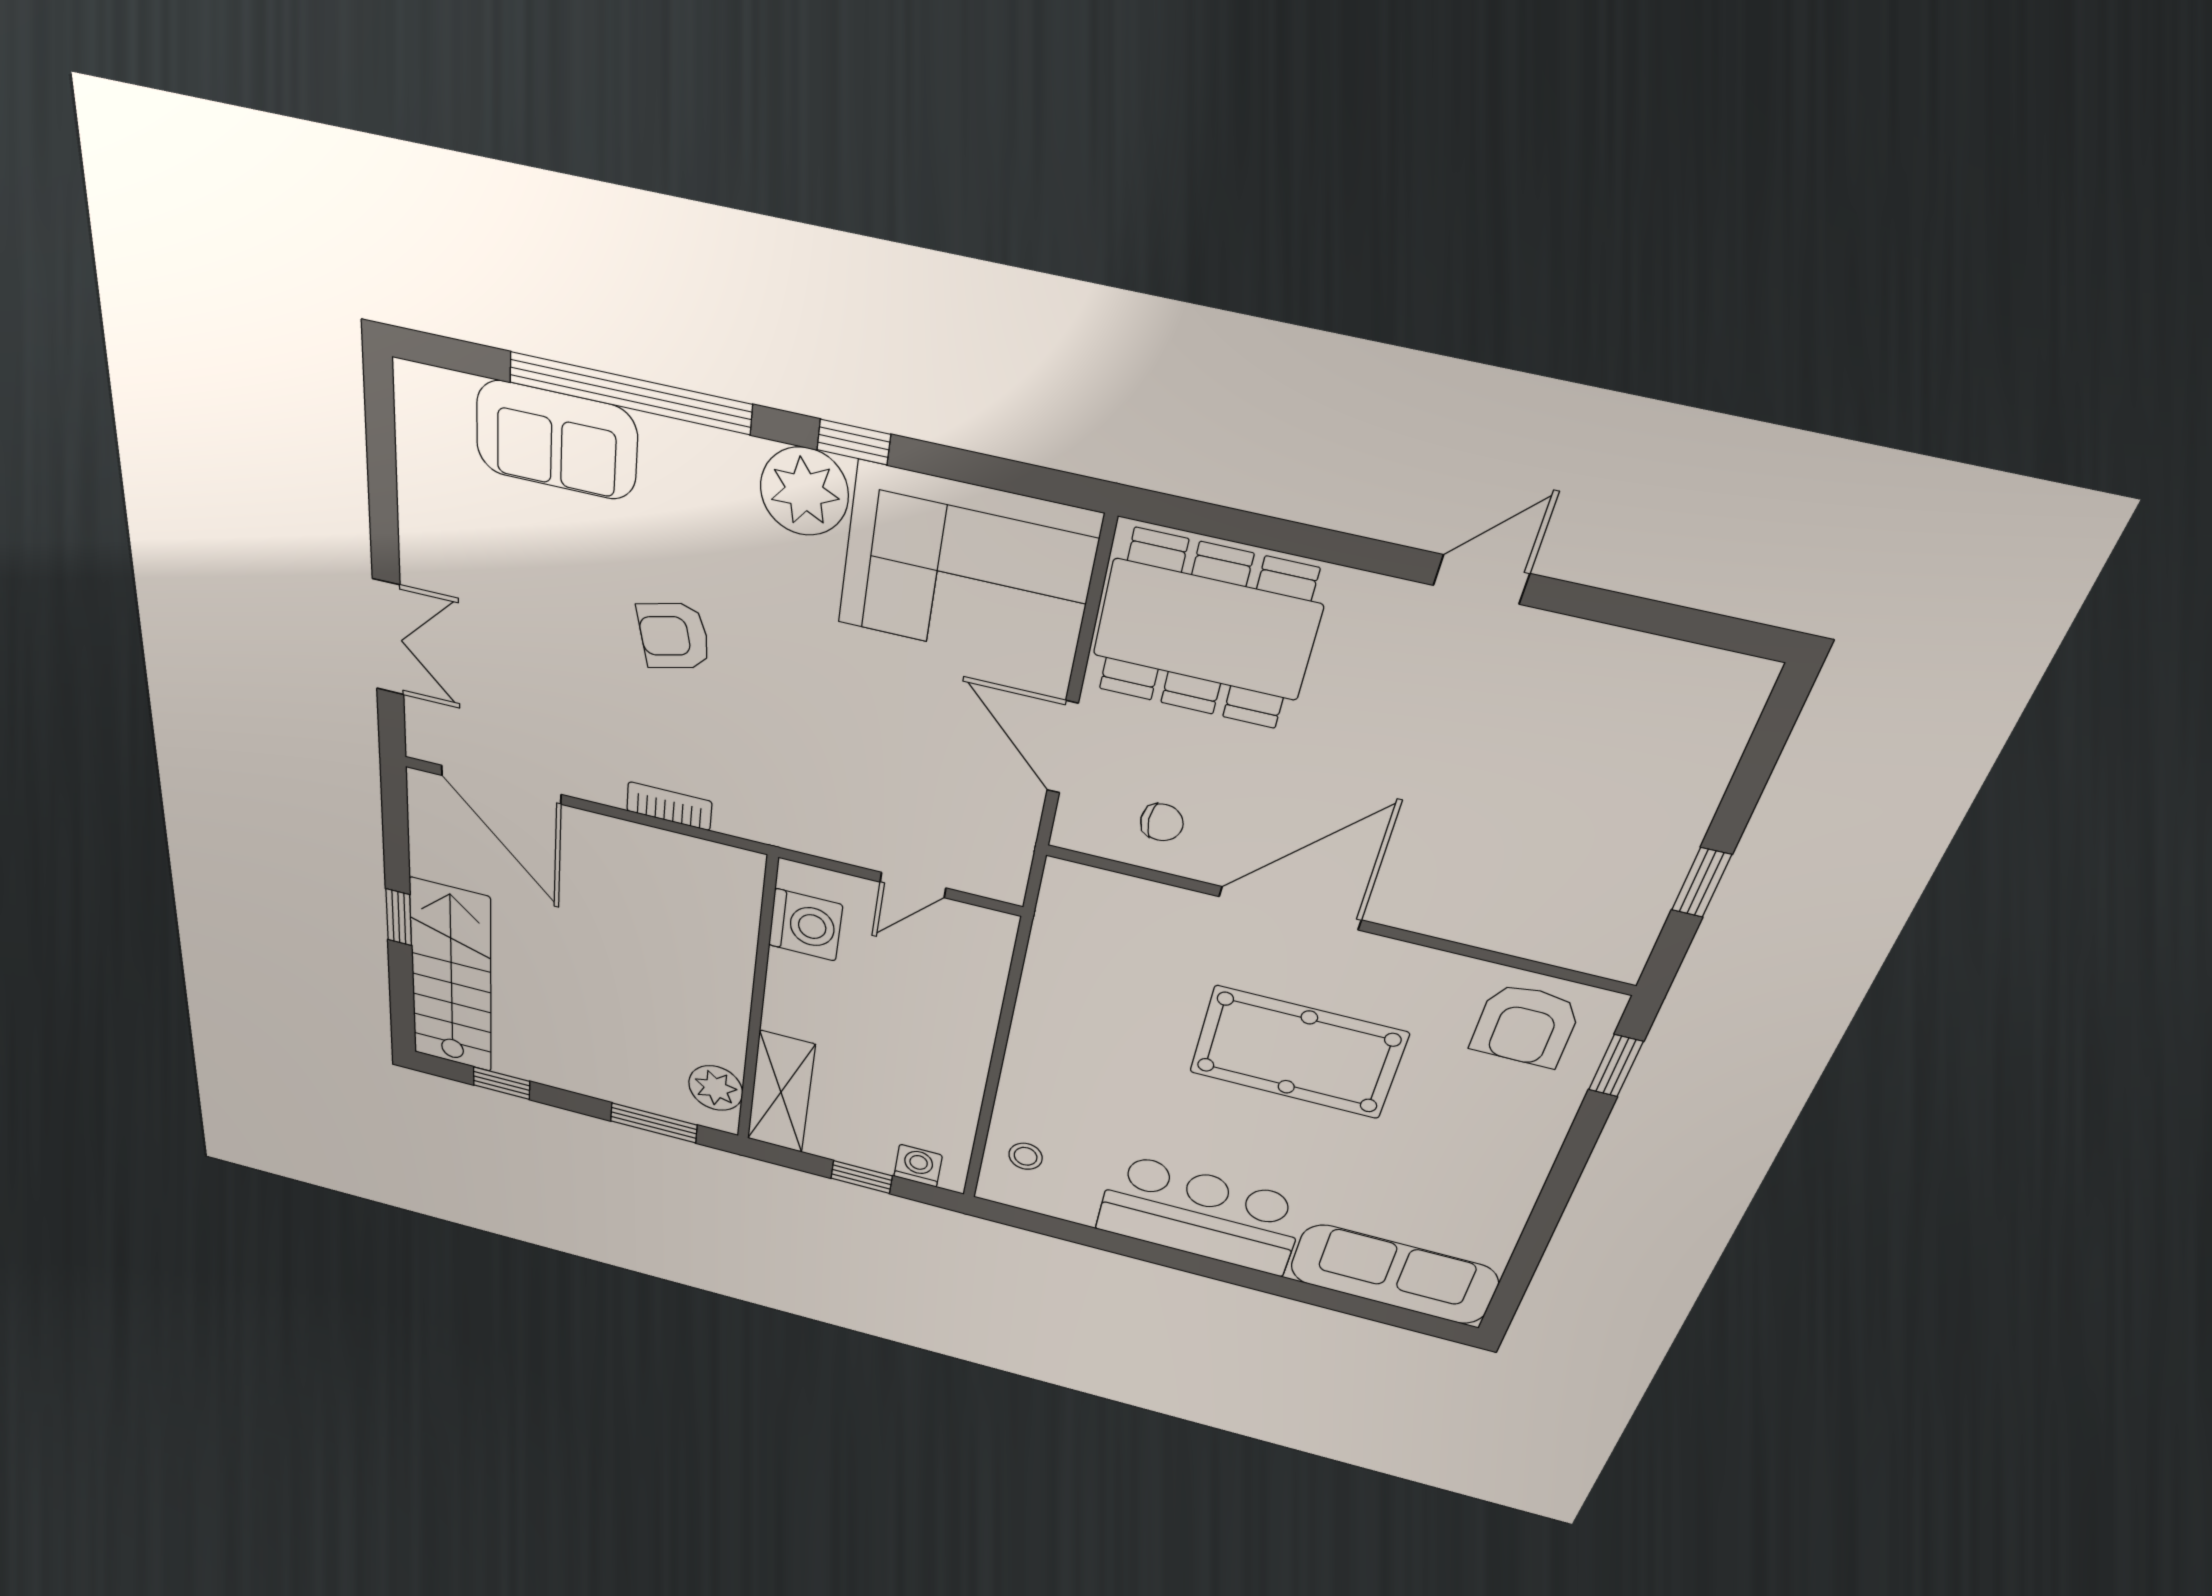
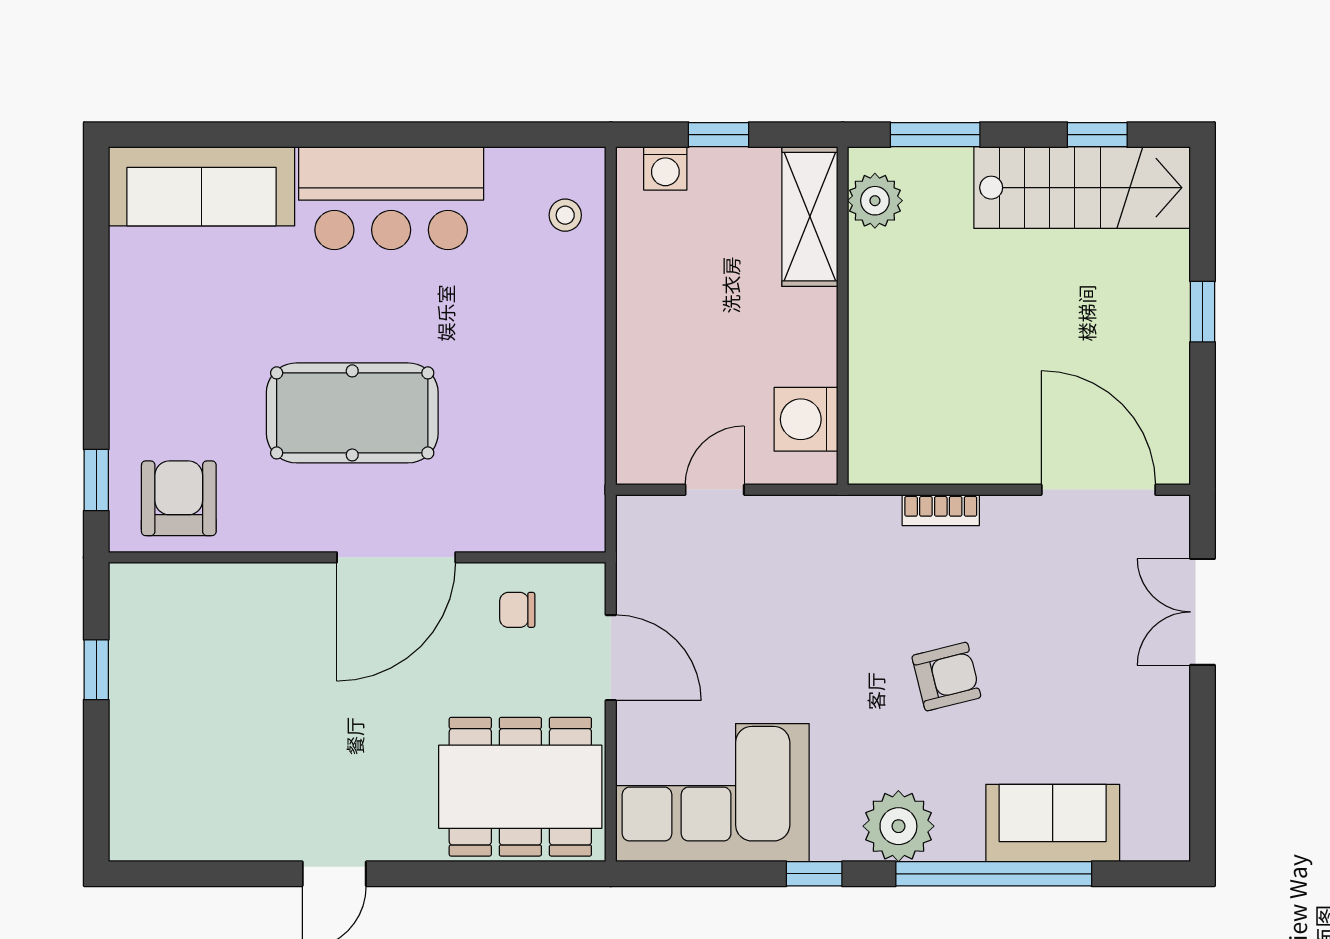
plant: (804, 491) -> (898, 826), moved
stairs: (451, 977) -> (1082, 188), moved, turned -90

